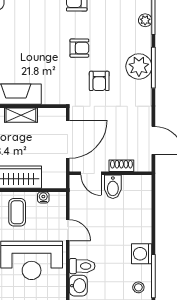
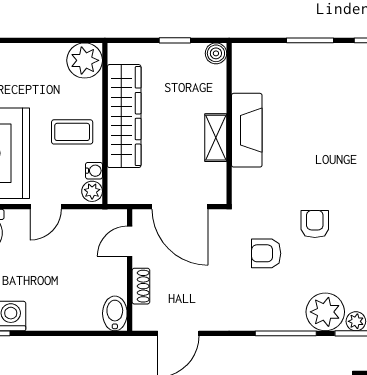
armchair: (79, 48) -> (315, 224), turned 180
plant: (139, 66) -> (325, 312), moved
bidet: (113, 187) -> (115, 313), moved, turned 90
plant: (57, 199) -> (92, 191), added

